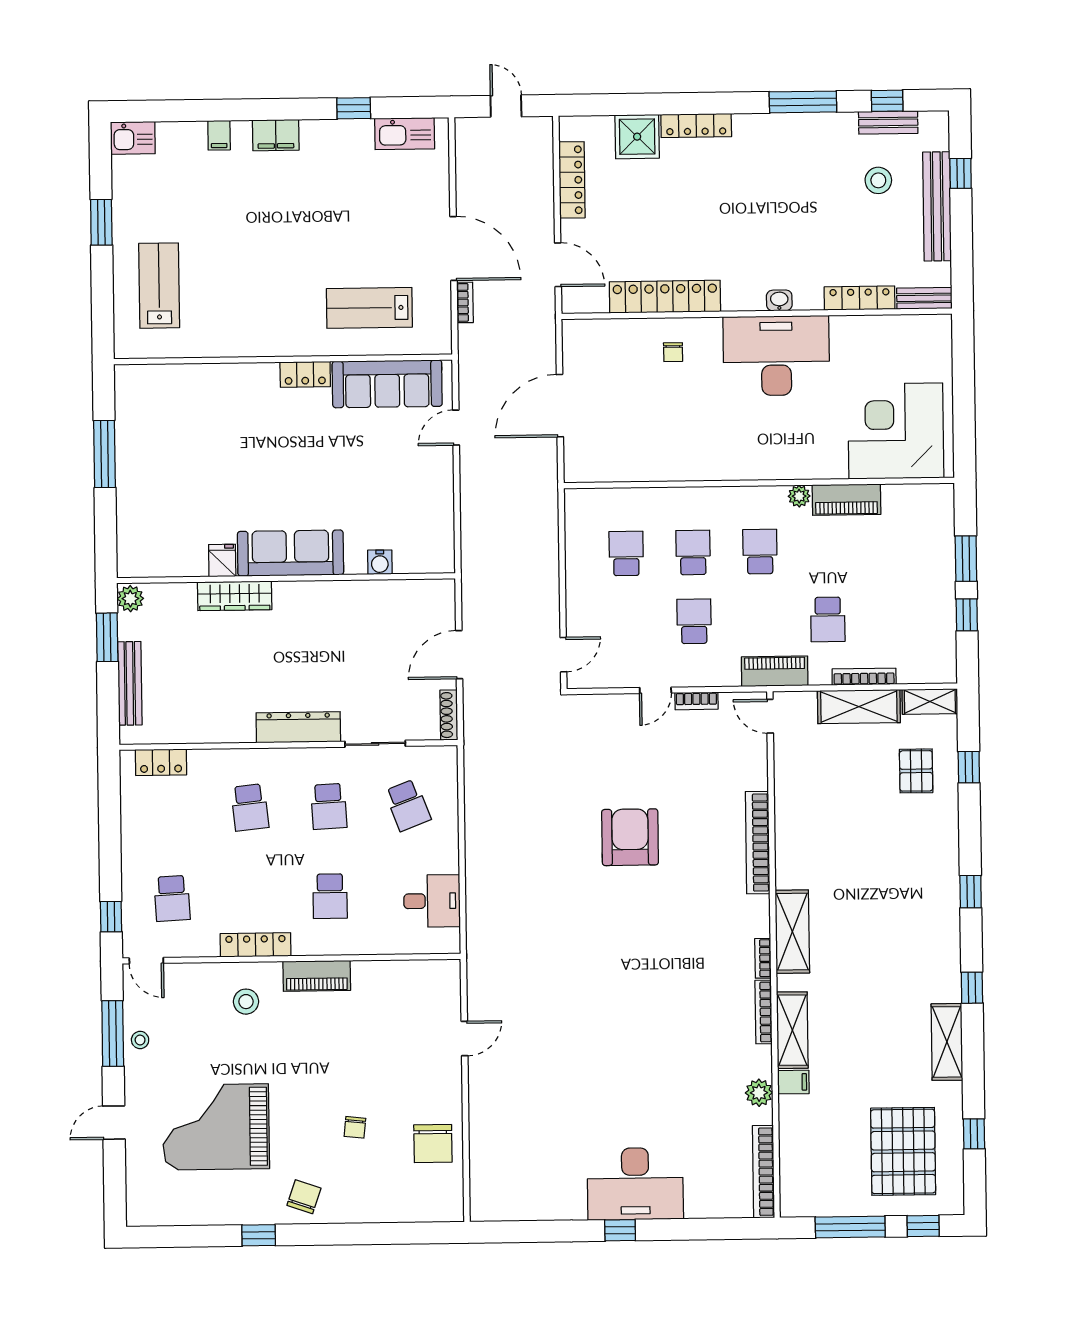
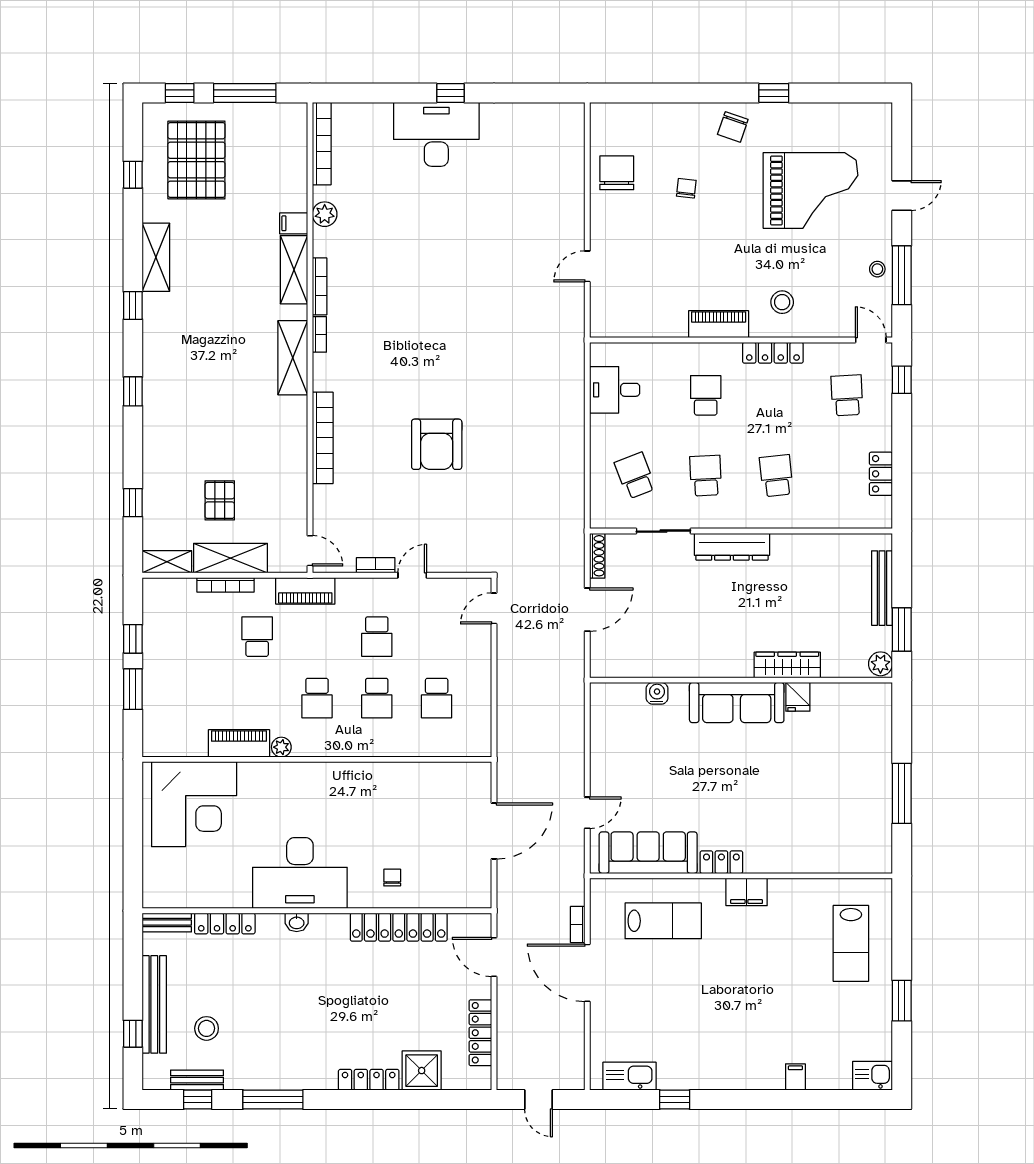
filing cabinet: (276, 135) -> (747, 892), moved, turned 180
locker: (161, 762) -> (881, 474), moved, turned -90
pallet: (916, 771) -> (220, 500), moved

